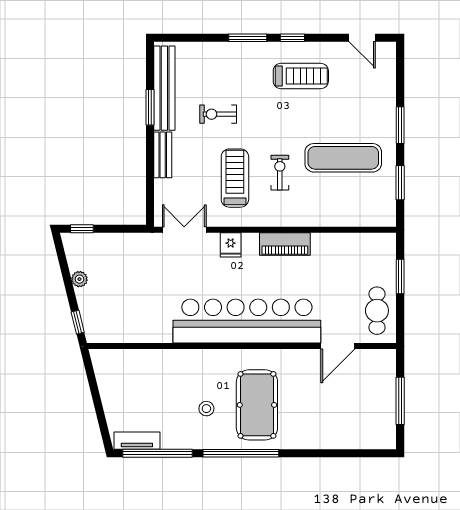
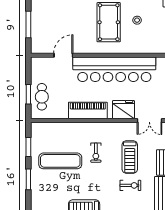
treadmill: (235, 178) -> (130, 157), moved
piano: (285, 244) -> (88, 110), width x1.37, depth x1.33
fridge: (231, 245) -> (123, 110), width x1.88, depth x1.34
cafe table: (377, 311) -> (42, 97), moved

